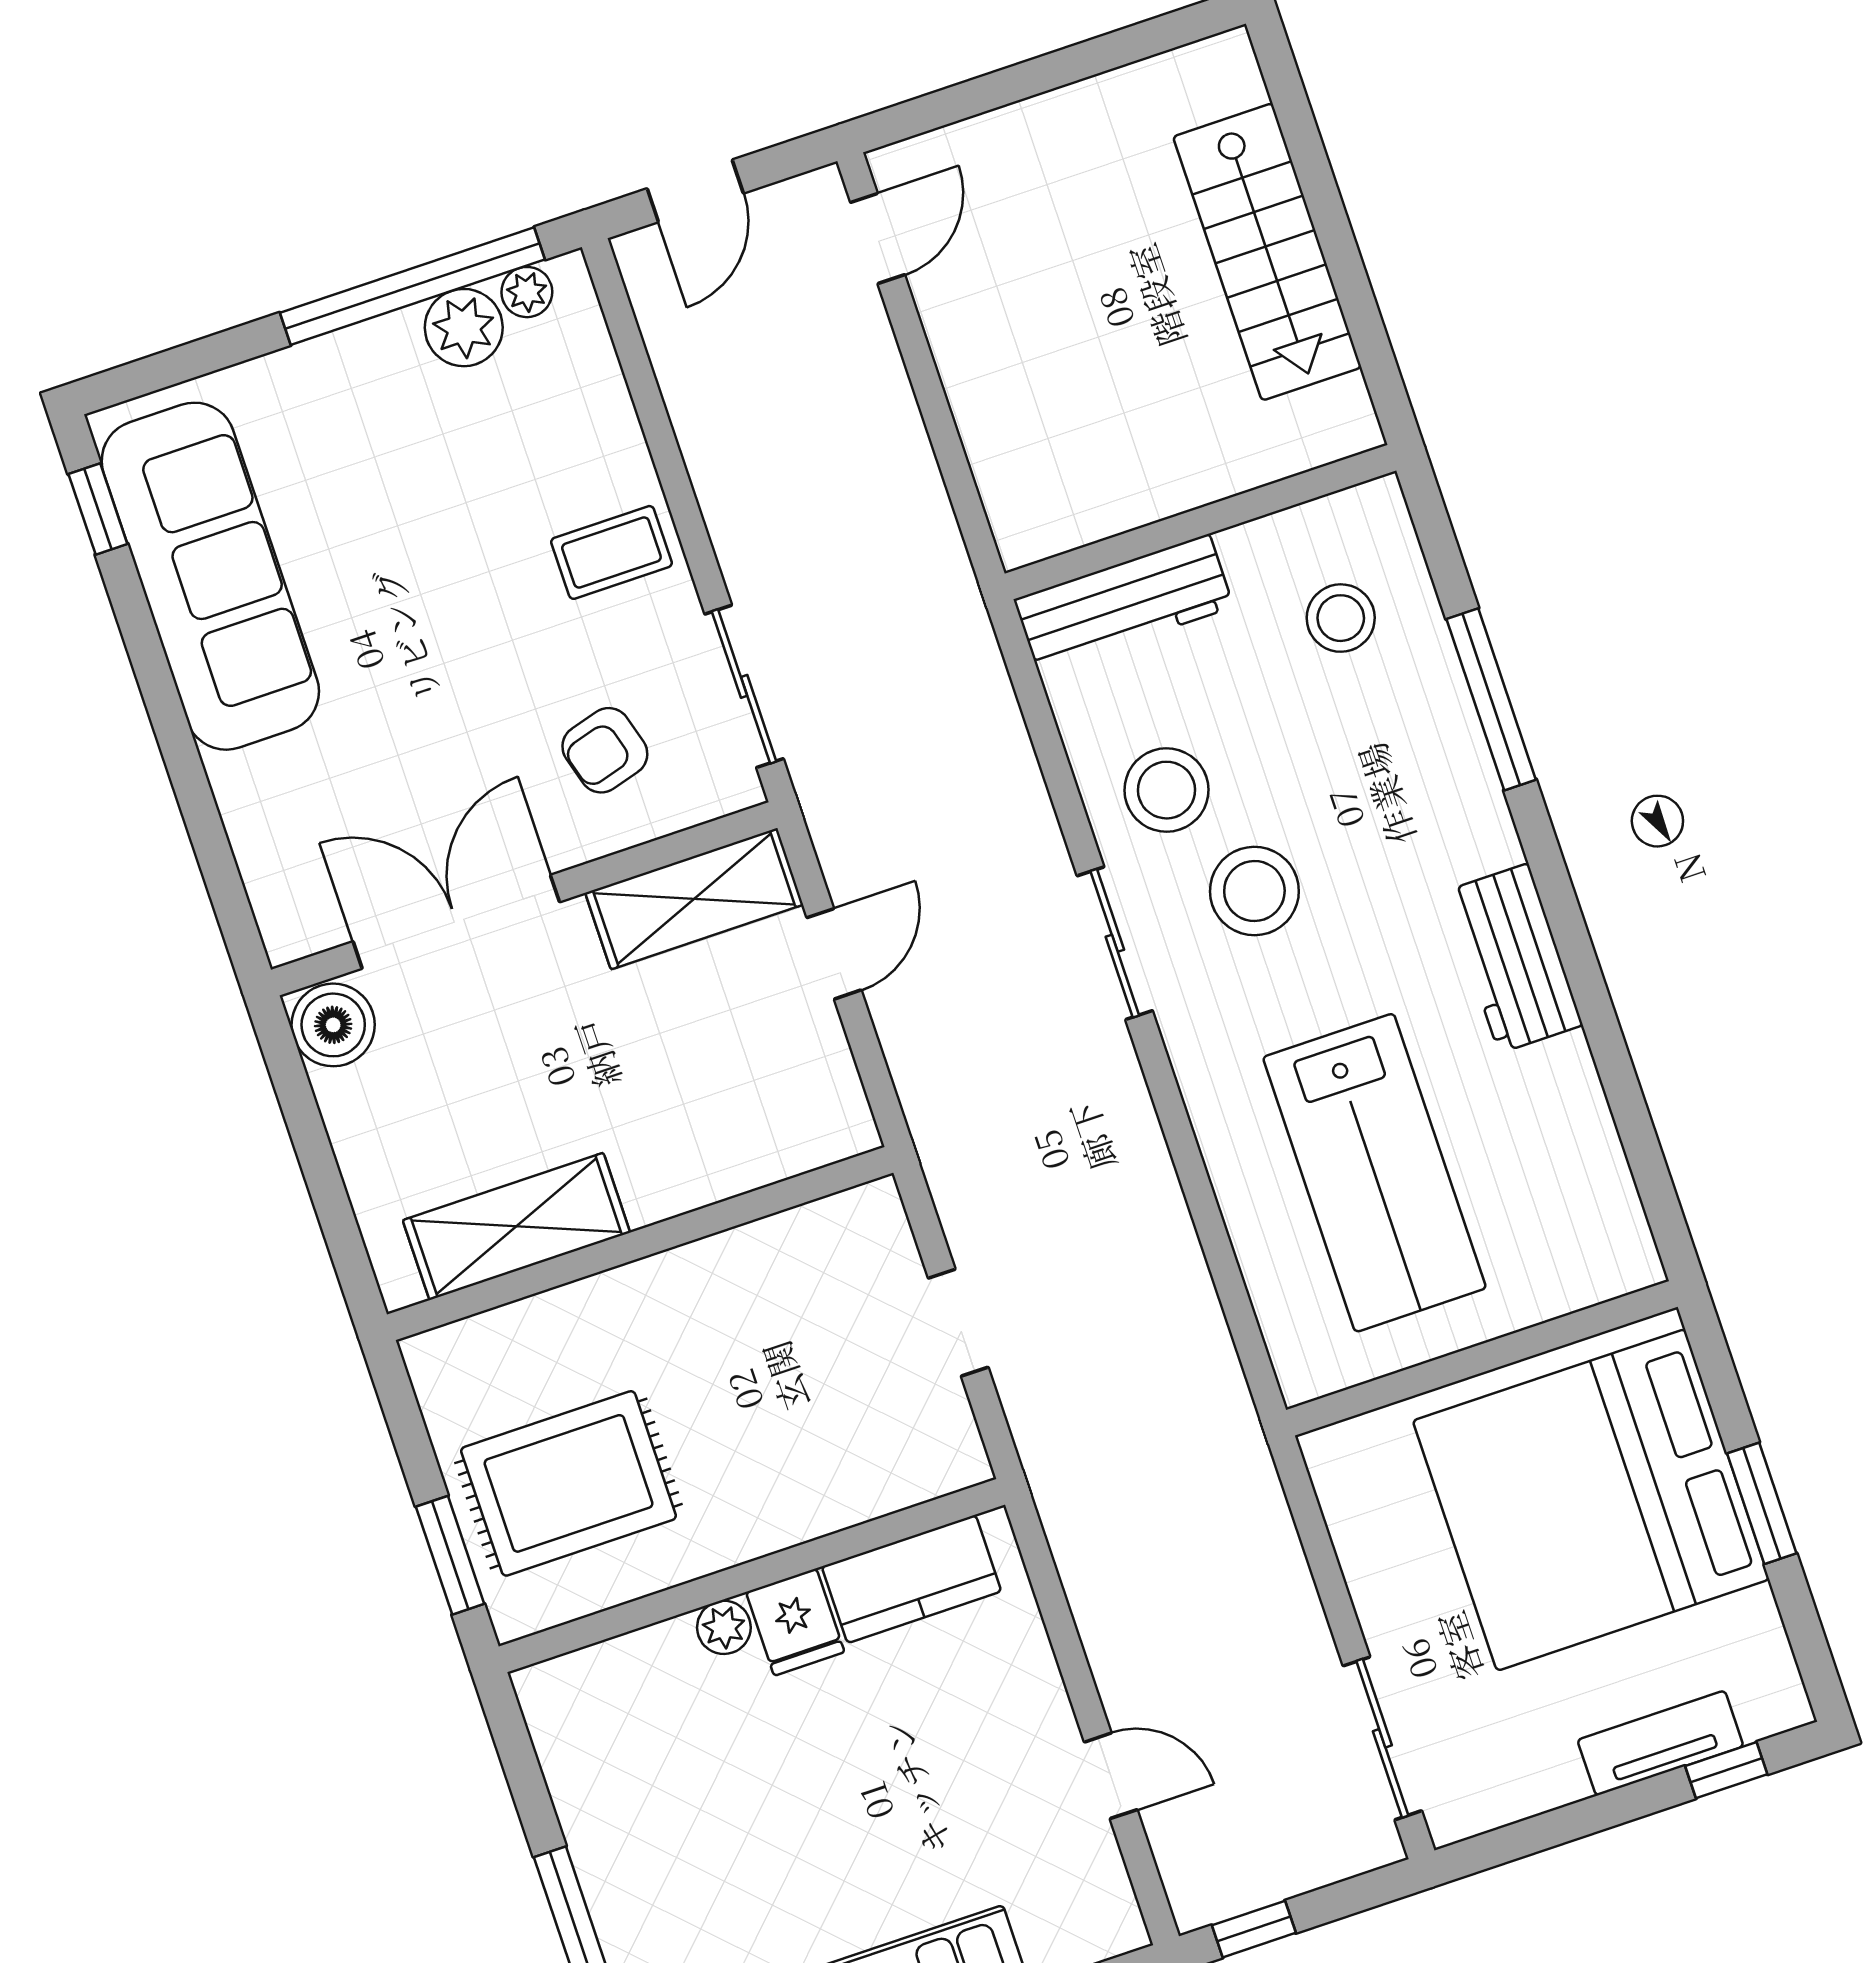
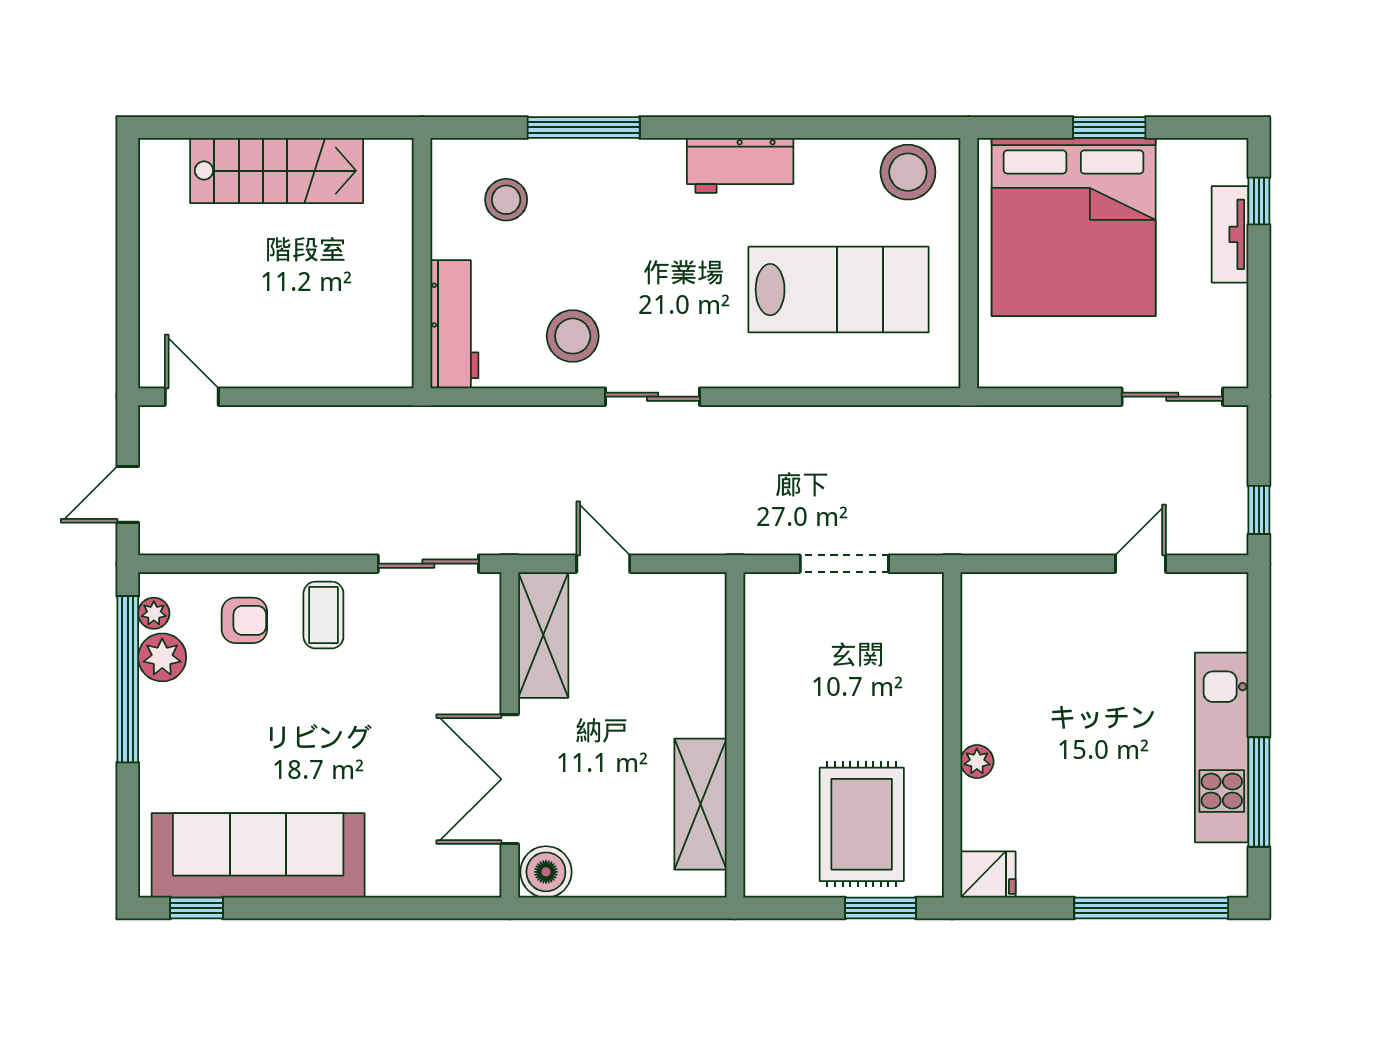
door: (695, 191) -> (128, 494), swing flipped
armchair: (605, 750) -> (244, 620), moved, turned -74
stool: (1254, 891) -> (908, 172), moved
doorway: (958, 1323) -> (844, 564), width x1.38
kitchen counter: (911, 1579) -> (986, 642), removed
fridge: (795, 1622) -> (988, 875), moved

